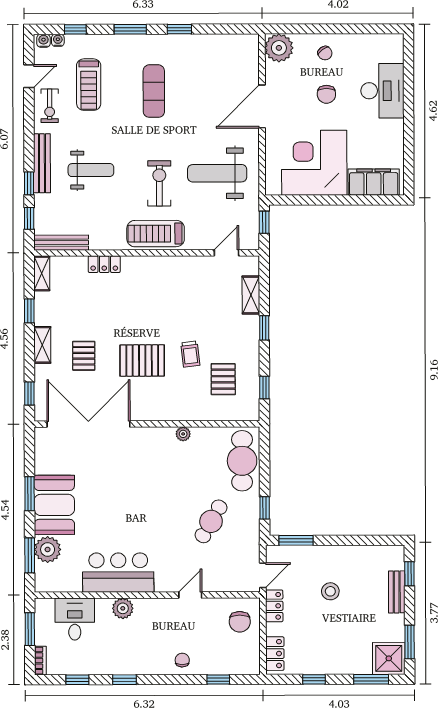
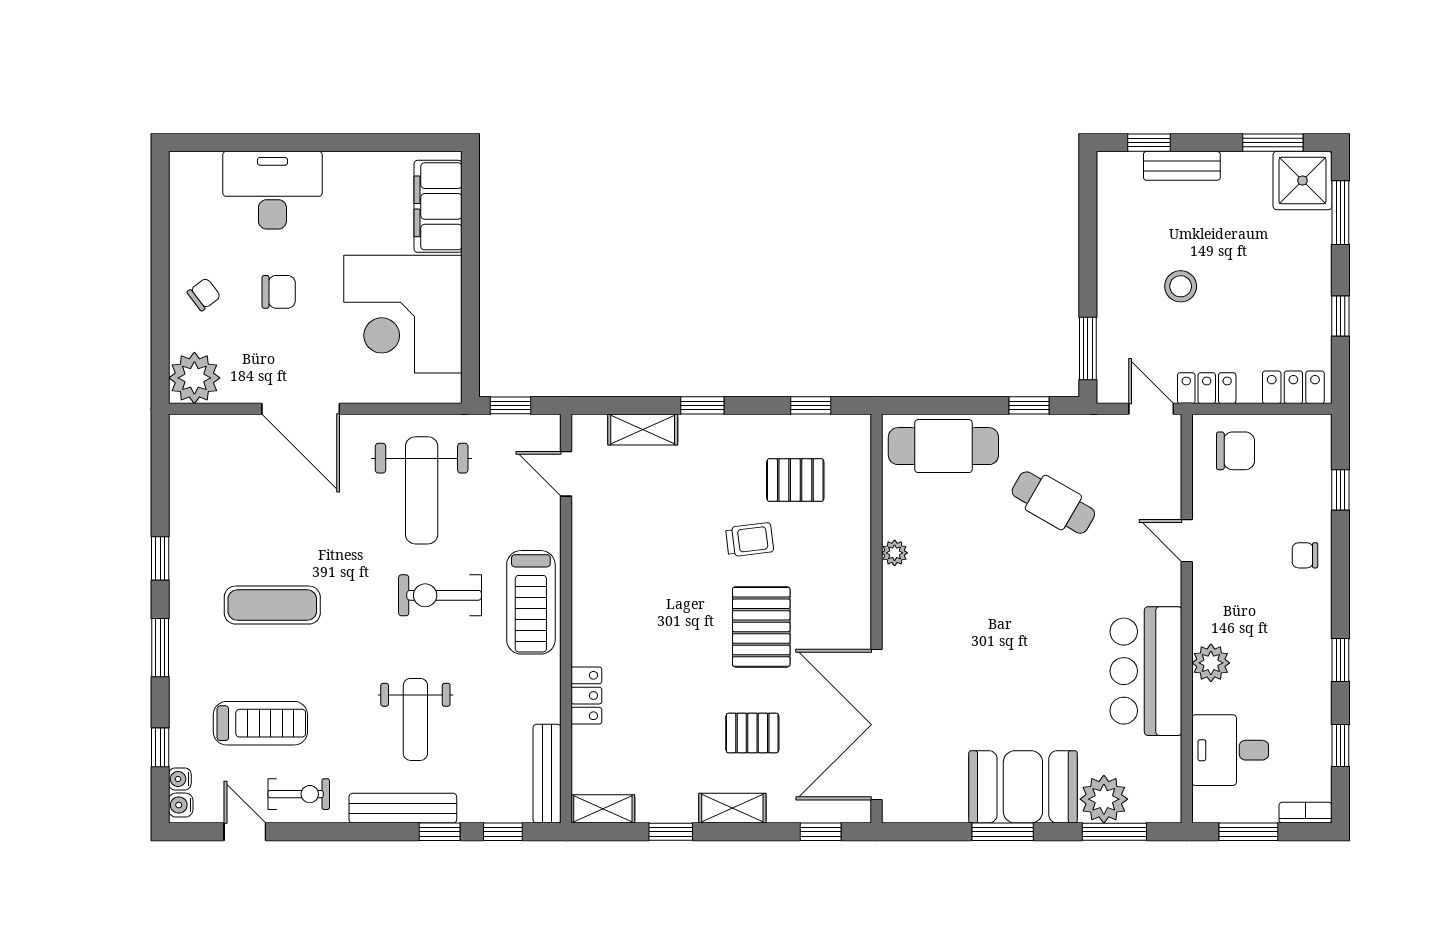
weight bench: (91, 170) -> (415, 719), turned 180

